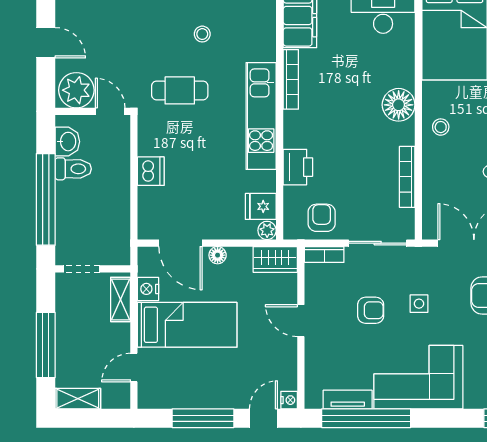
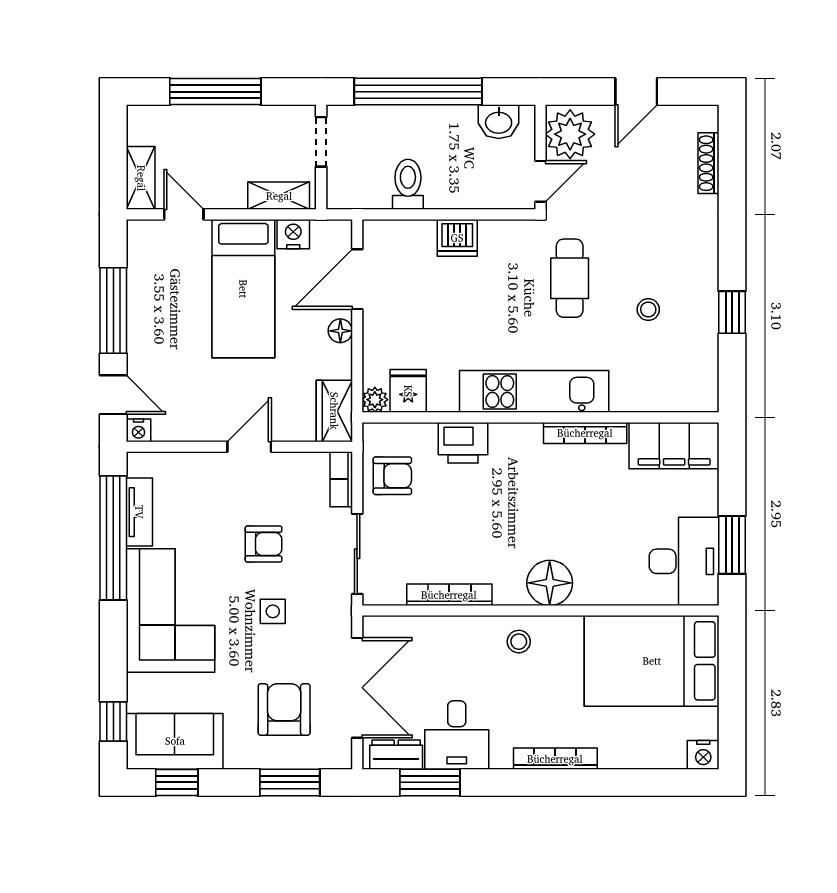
toilet: (73, 169) -> (408, 184), moved, turned 180
armchair: (371, 310) -> (264, 544), turned -90
shelving: (78, 399) -> (141, 178), moved

